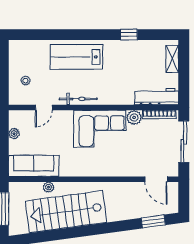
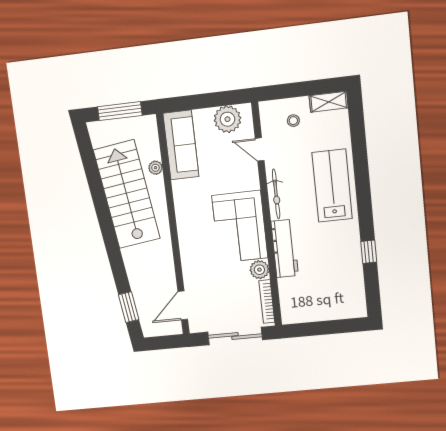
shelving: (172, 59) -> (329, 102), moved
workbench: (157, 97) -> (285, 248), moved
plant: (14, 134) -> (227, 119), width x1.87, depth x1.87

